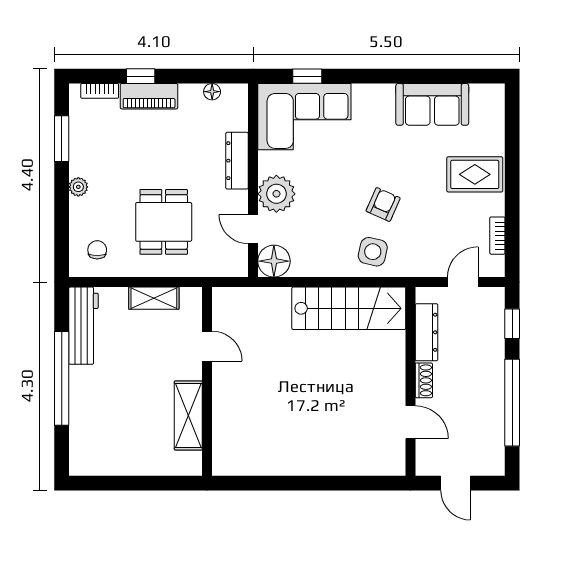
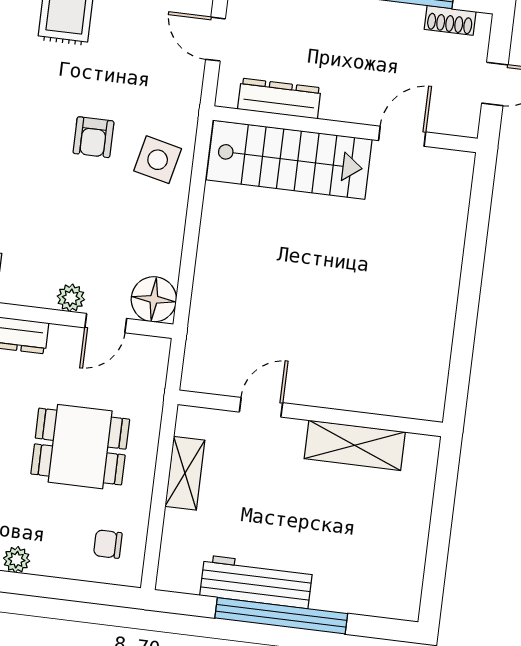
plant: (276, 194) -> (71, 298), width x0.53, depth x0.53
armchair: (383, 204) -> (93, 137), turned -114
stairs: (349, 308) -> (289, 160), moved, turned 90
workbench: (83, 326) -> (256, 582), moved
shoe rack: (424, 380) -> (450, 20), moved, turned 180

